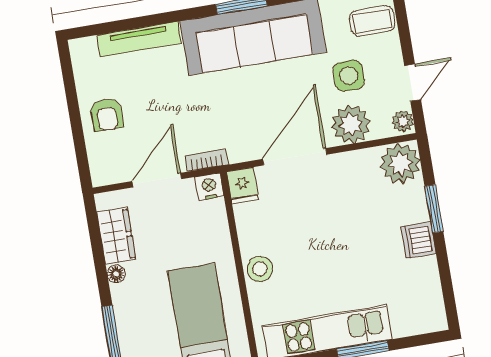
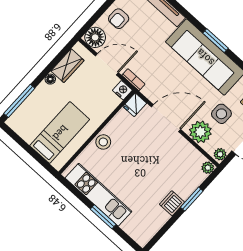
plant: (400, 164) -> (208, 168), width x0.53, depth x0.53
floor lamp: (107, 167) -> (95, 37), added

